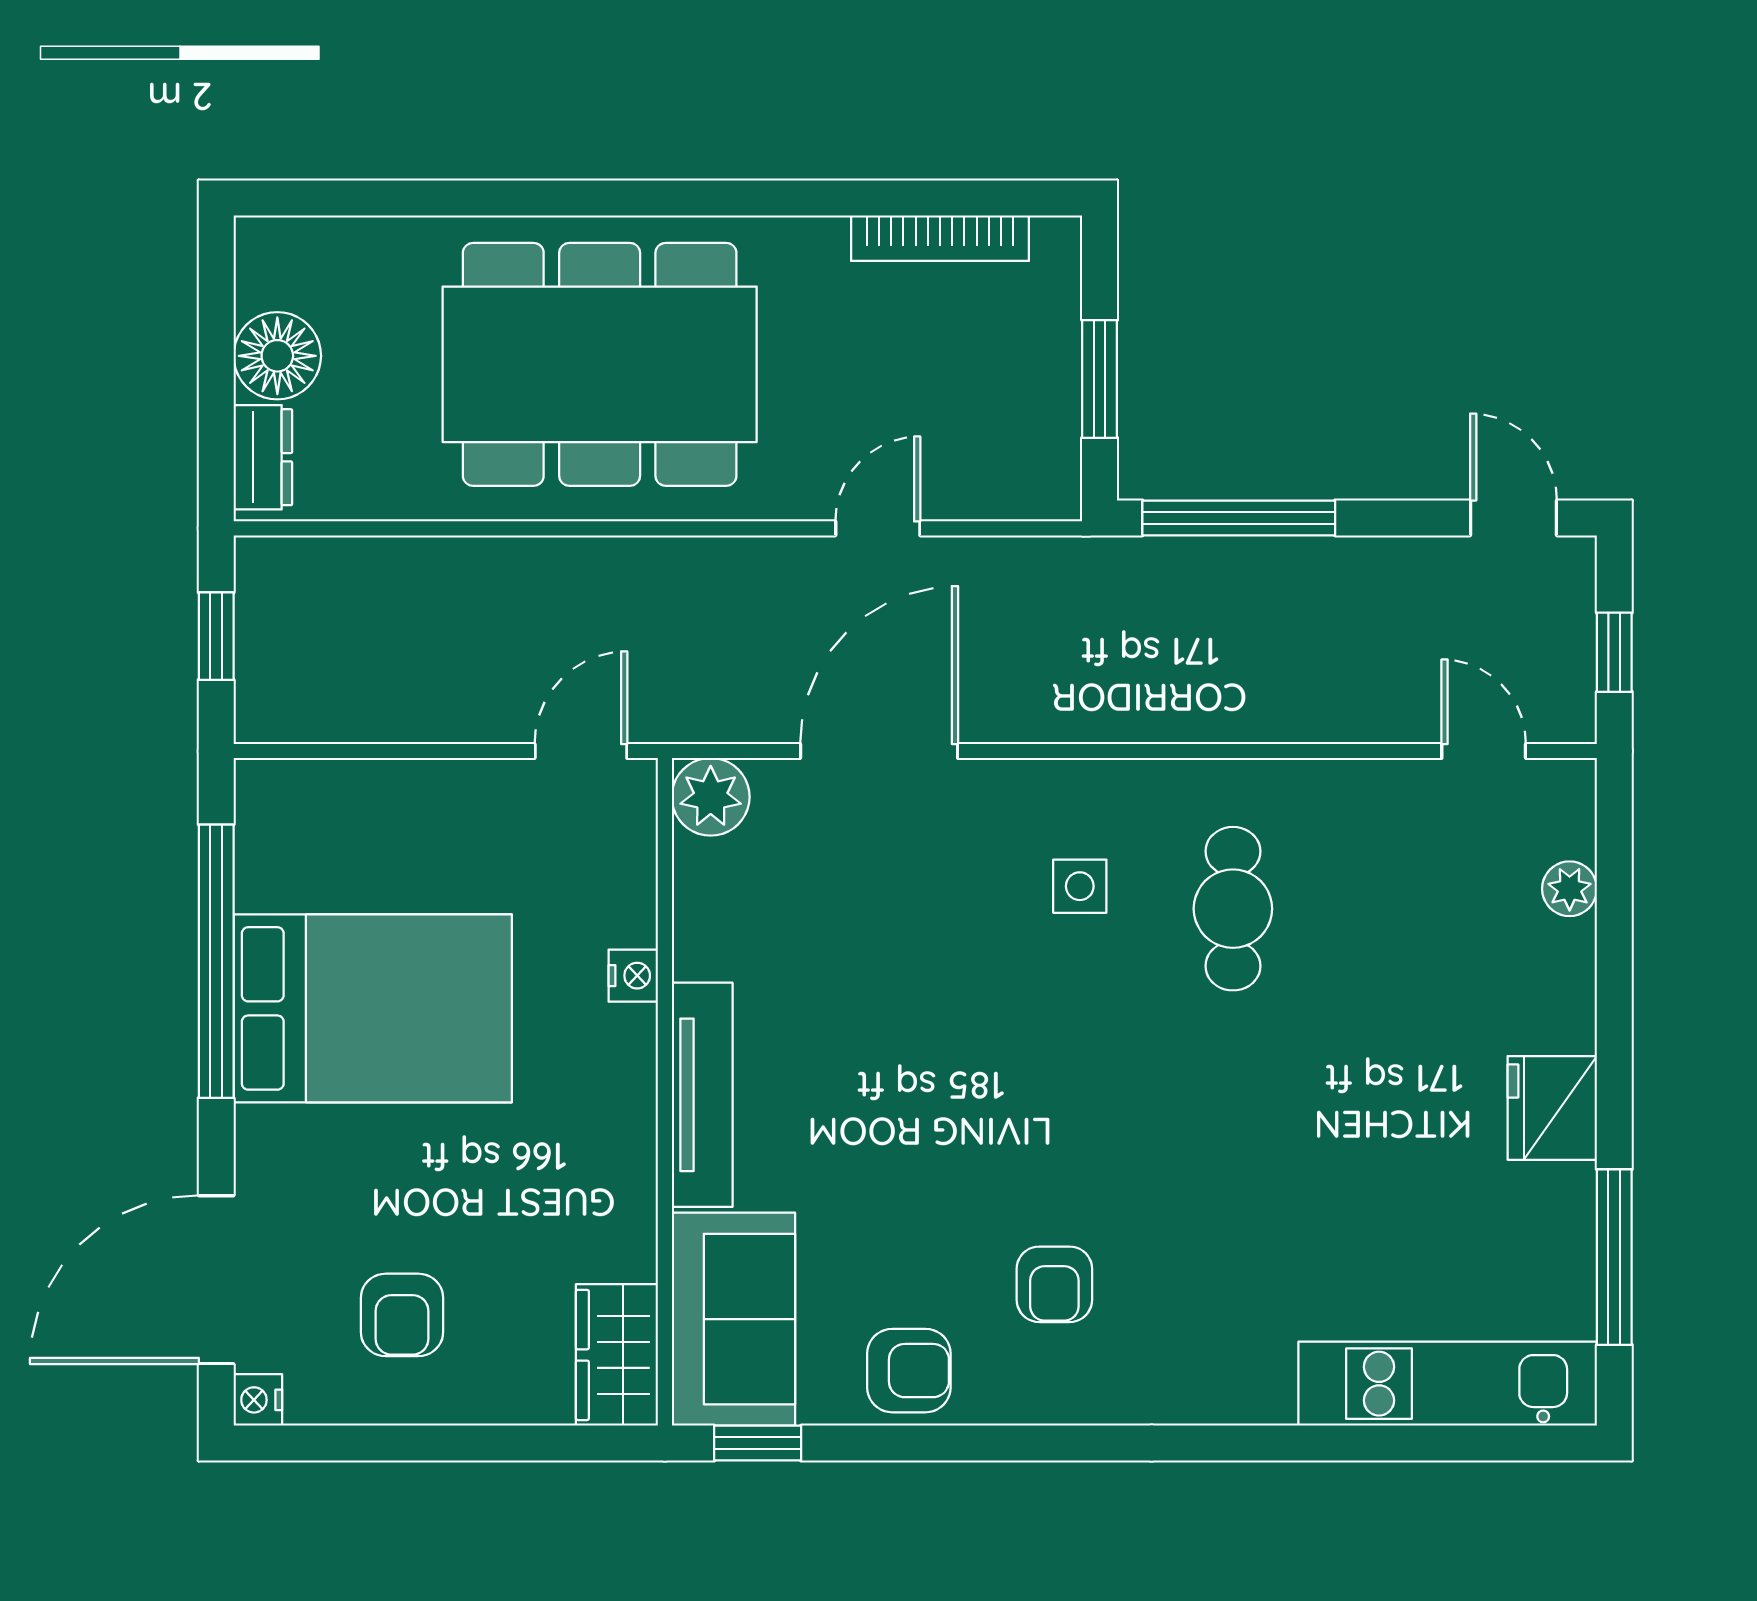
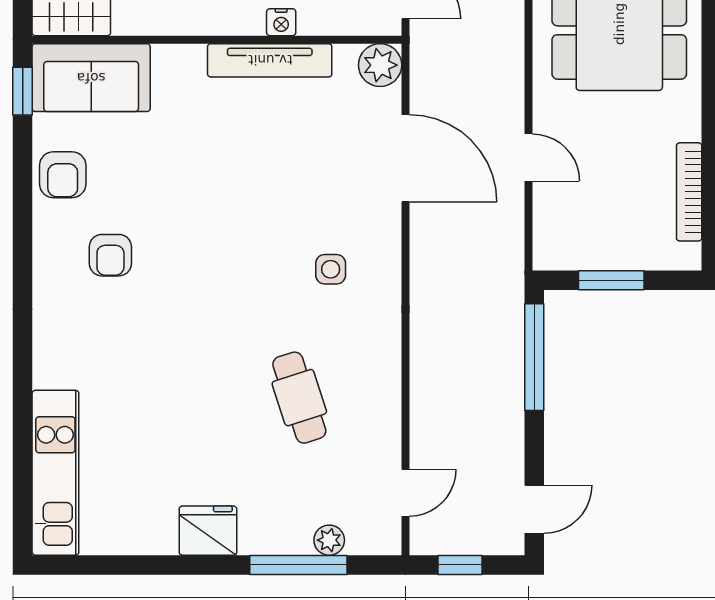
cafe table: (1233, 909) -> (299, 398), moved, turned 72
tv unit: (702, 1095) -> (270, 60), moved
window: (1614, 1257) -> (298, 565), moved
armchair: (1054, 1284) -> (110, 255), turned -90

